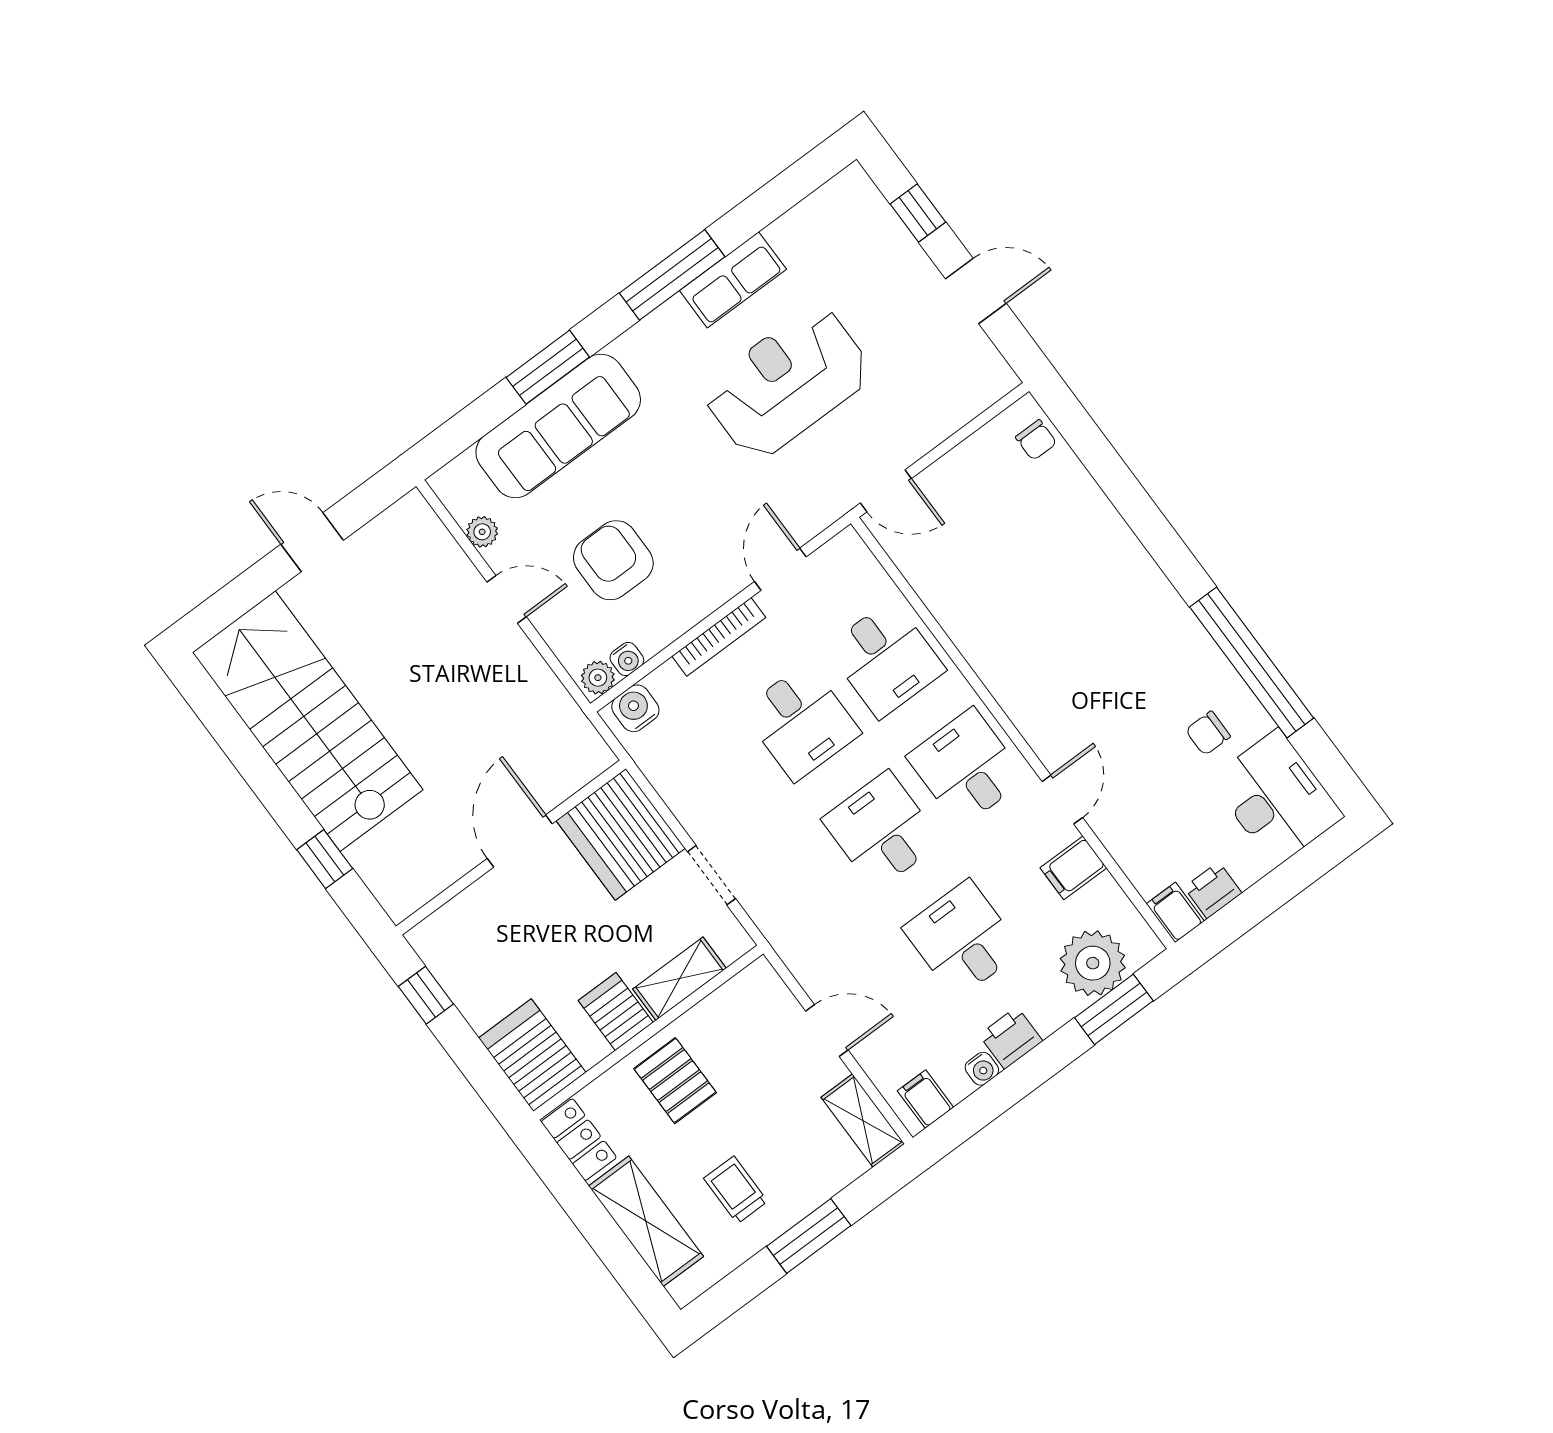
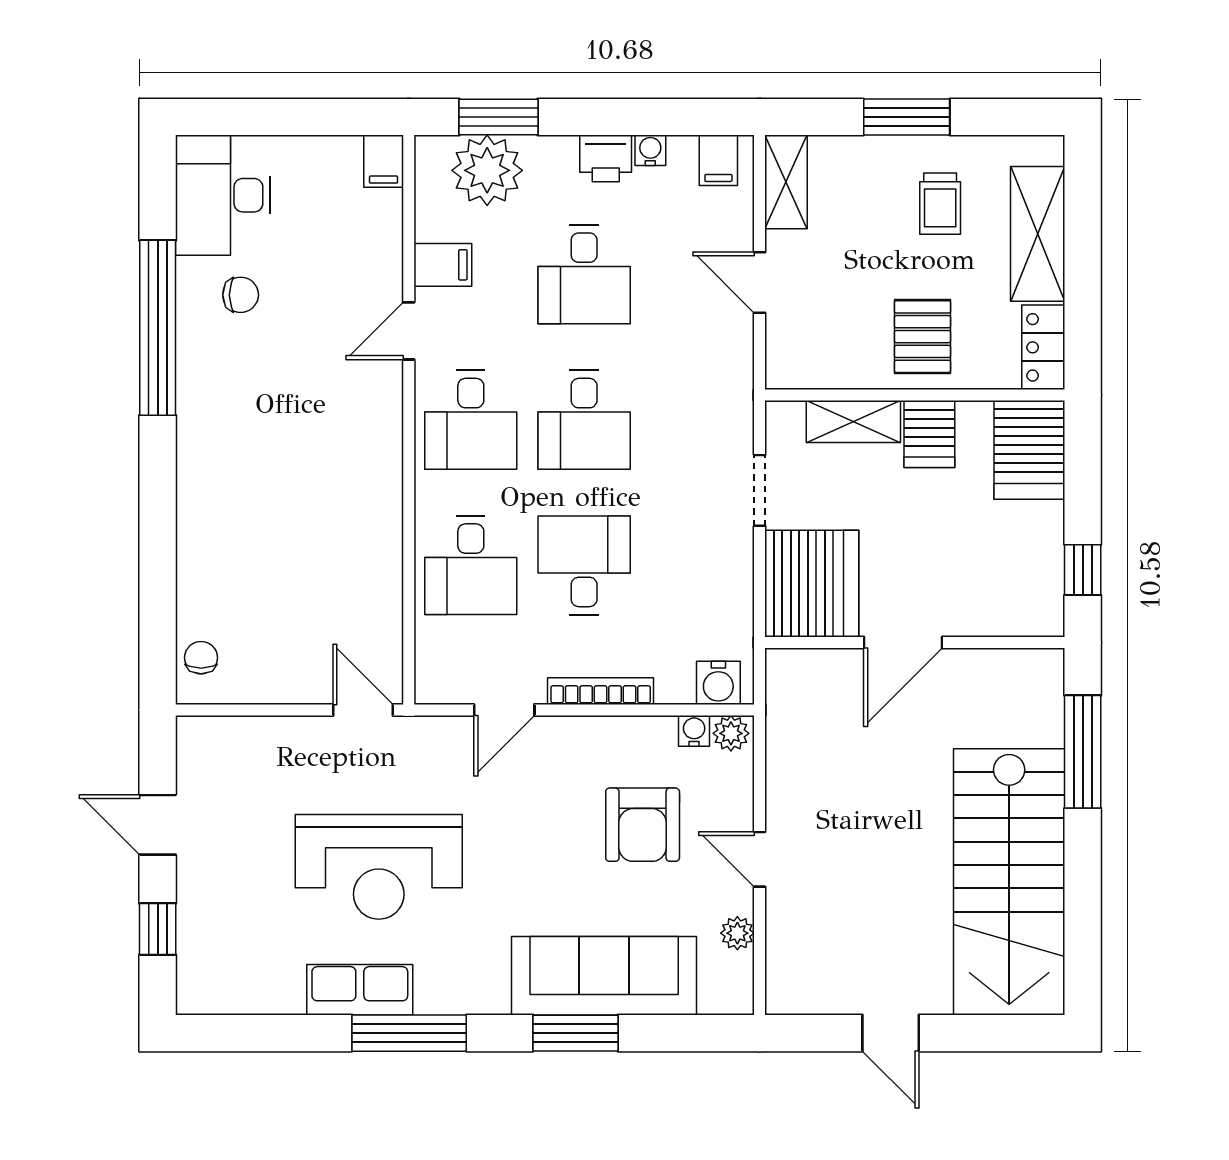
desk: (886, 659) -> (471, 565), turned 180
window: (325, 859) -> (1083, 752), width x2.17
printer: (1213, 890) -> (337, 156), removed

